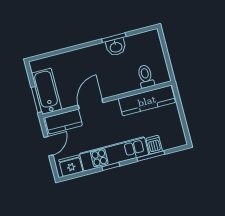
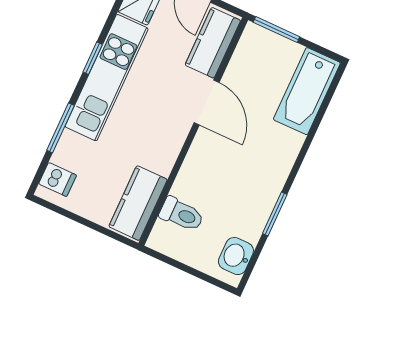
washbasin: (116, 47) -> (236, 256), moved
bathtub: (47, 91) -> (307, 91), moved, turned 90
kitchen counter: (147, 101) -> (138, 203), width x0.67
dishwasher: (154, 145) -> (58, 179), moved

